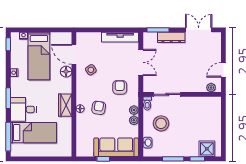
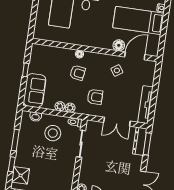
dresser: (171, 37) -> (140, 141), moved
wardrobe: (65, 105) -> (85, 39), removed
sofa: (116, 147) -> (35, 91), width x0.73

